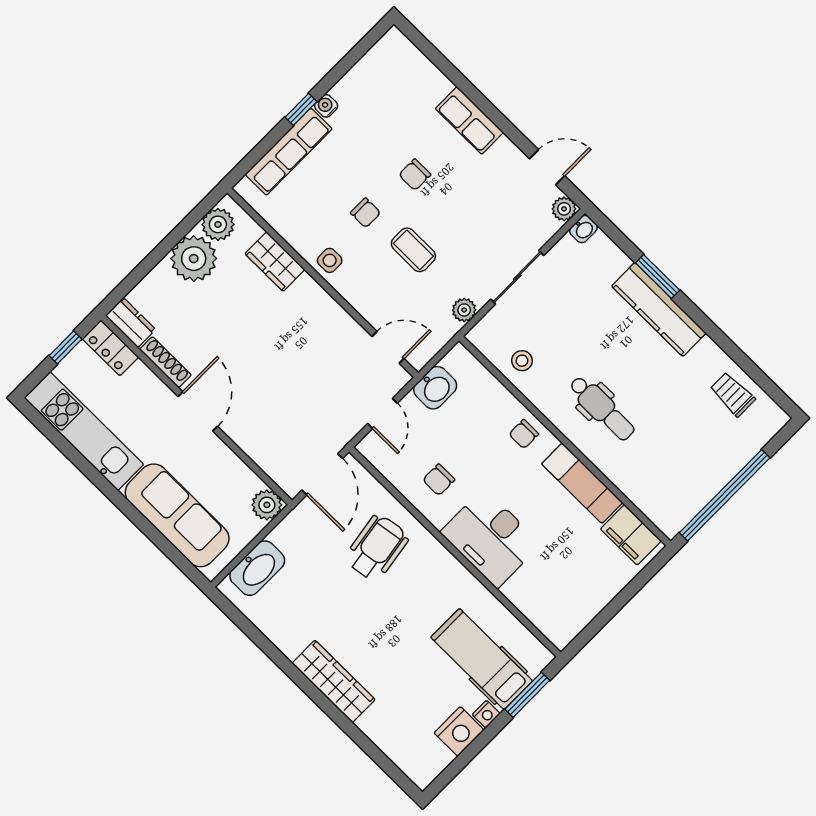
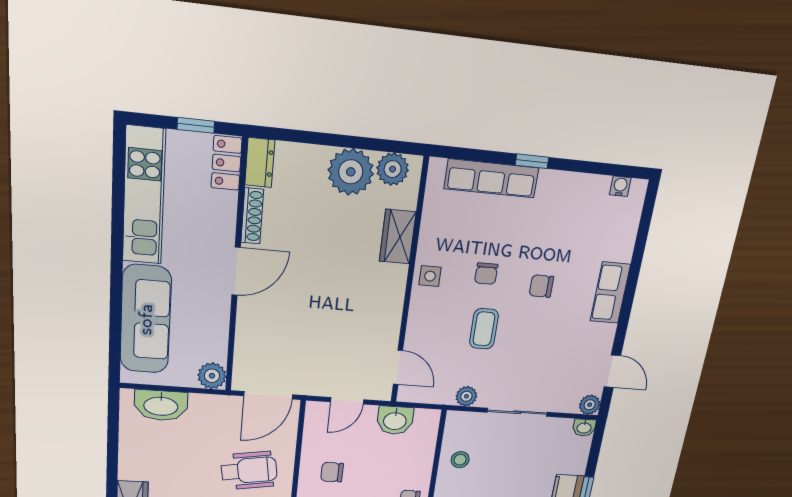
water cooler: (326, 106) -> (620, 186), moved

